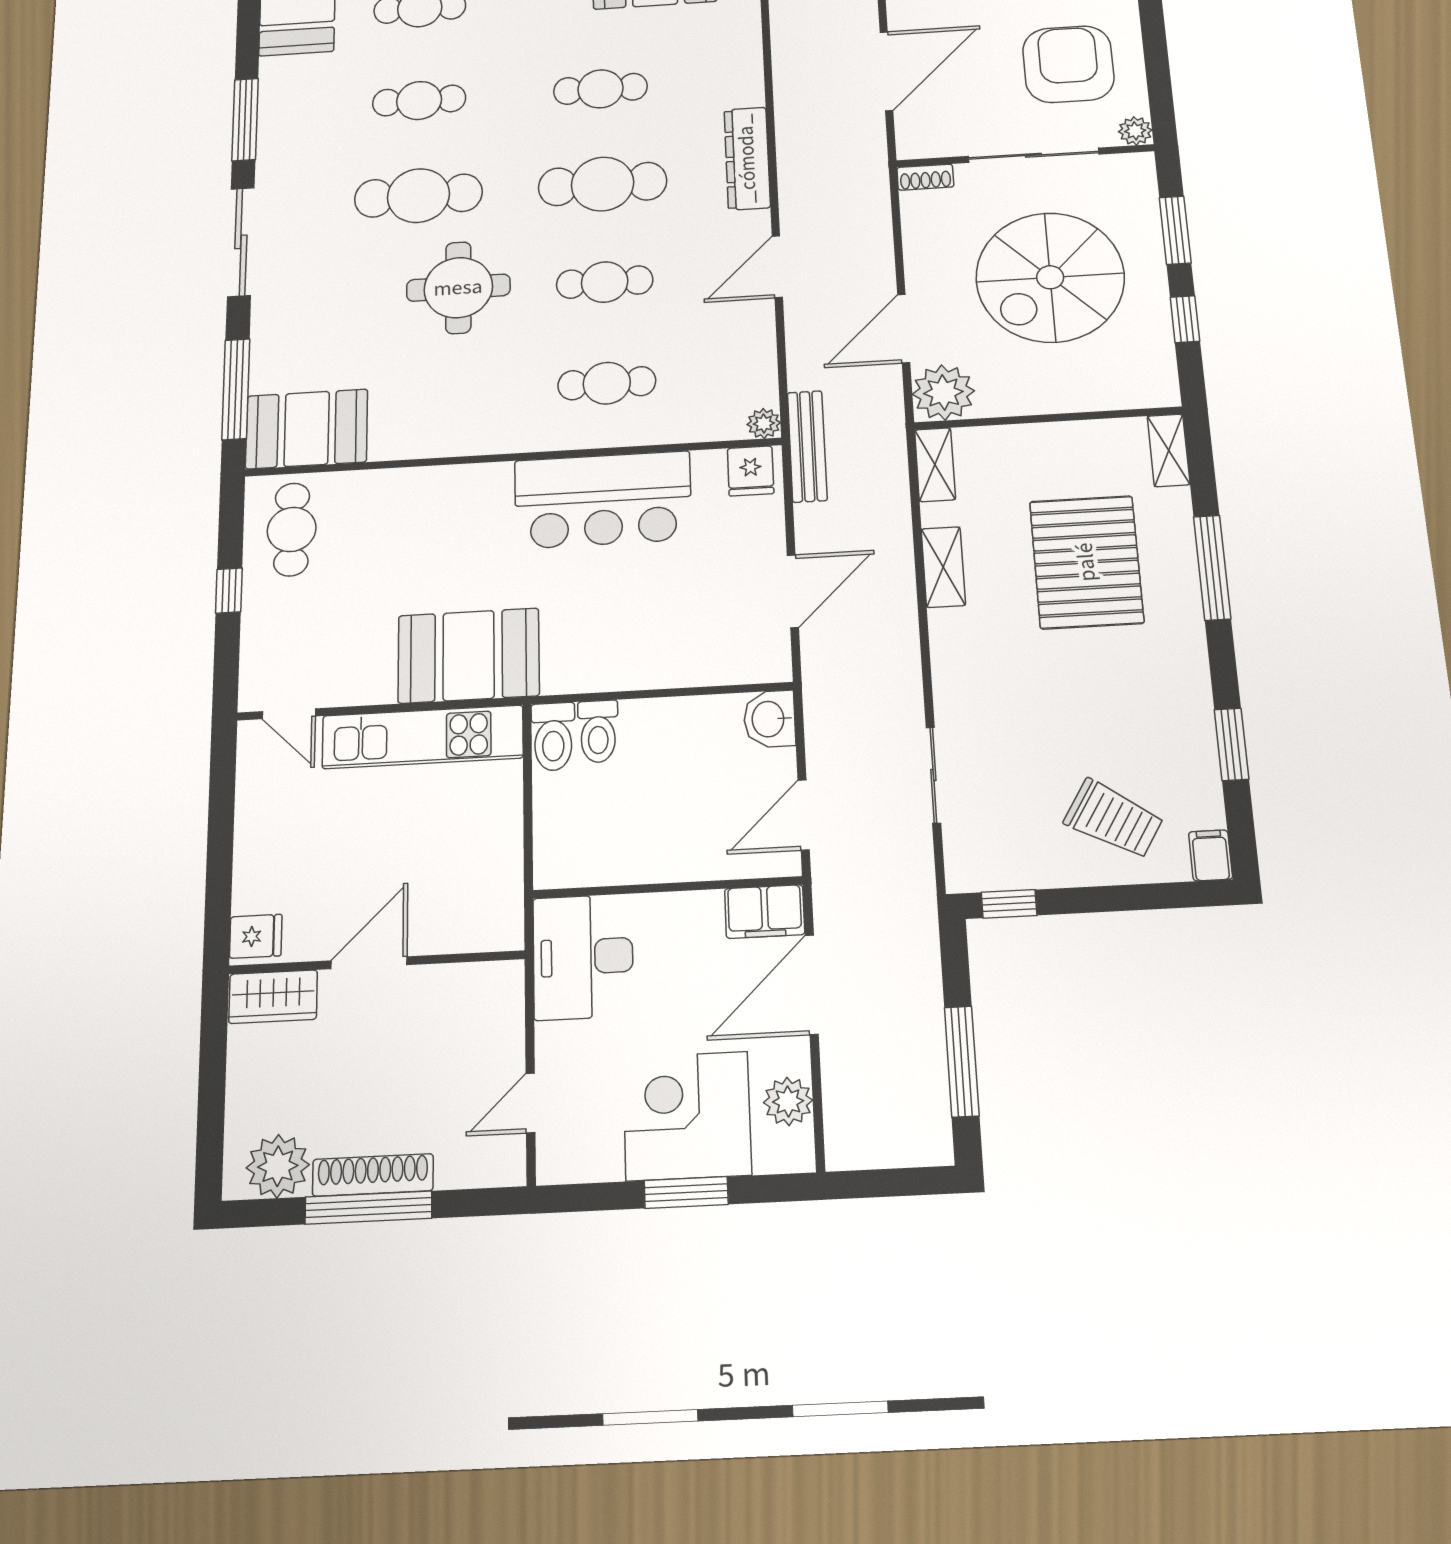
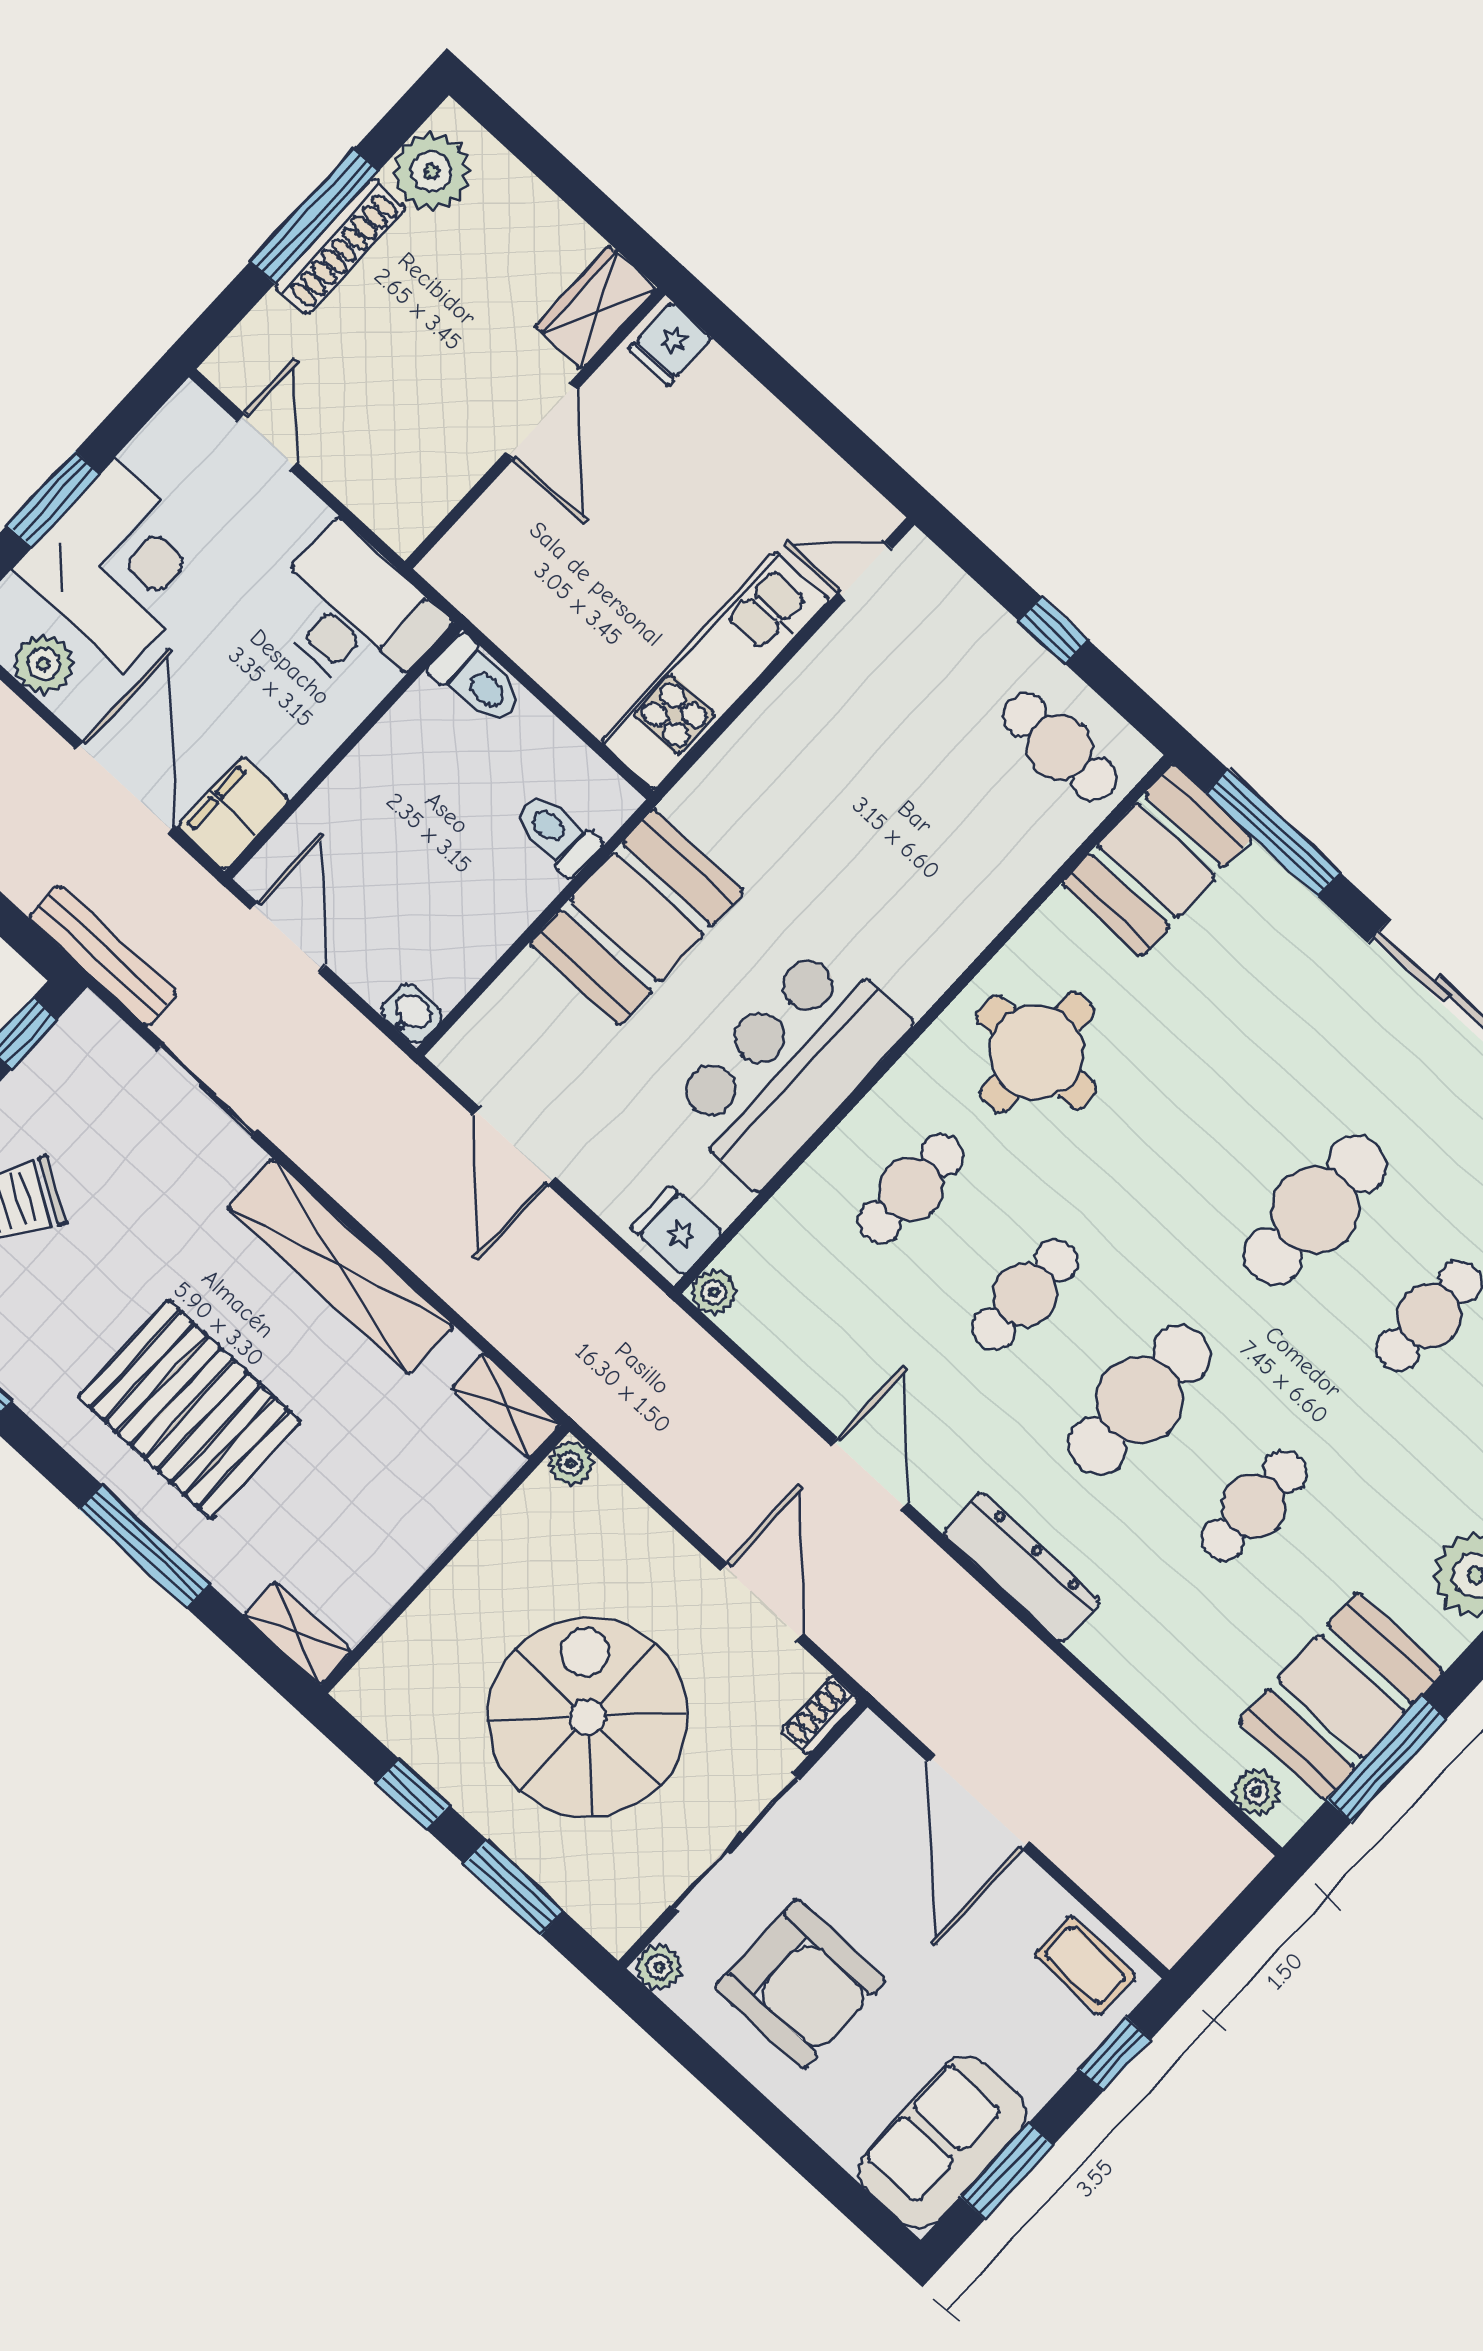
round table: (458, 288) -> (1037, 1052), moved
door: (904, 329) -> (762, 1602), moved
plant: (943, 393) -> (571, 1463), width x0.53, depth x0.53
bench: (807, 446) -> (103, 955), moved
pallet: (1086, 562) -> (189, 1409), moved
shelving: (943, 567) -> (341, 1267), width x2.20, depth x1.33
booth: (469, 656) -> (637, 917), moved
washbasin: (769, 719) -> (411, 1013), width x0.72, depth x0.69
toilet: (553, 737) -> (477, 681), moved, turned 180

